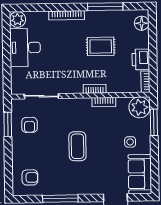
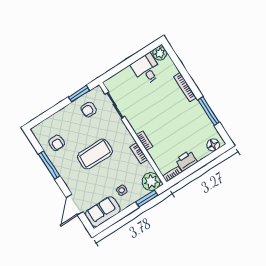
rug: (101, 46) -> (178, 126), removed
desk: (25, 48) -> (147, 69), width x0.73
coffee table: (77, 146) -> (95, 154), width x1.36, depth x1.32
armchair: (30, 177) -> (57, 143), moved

